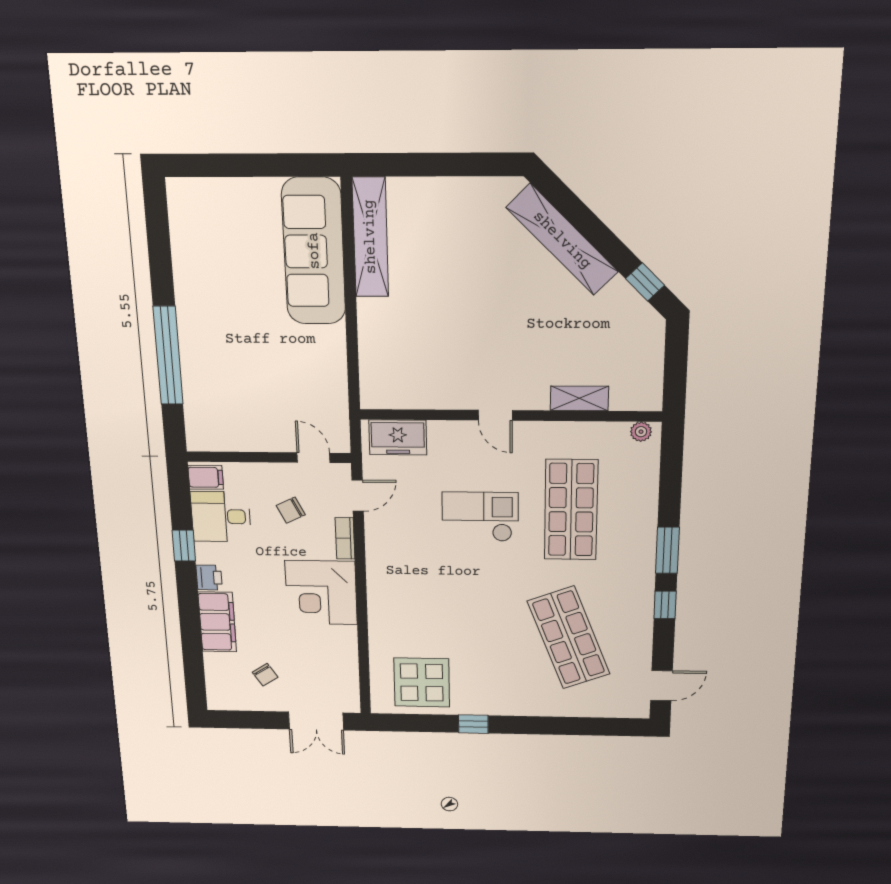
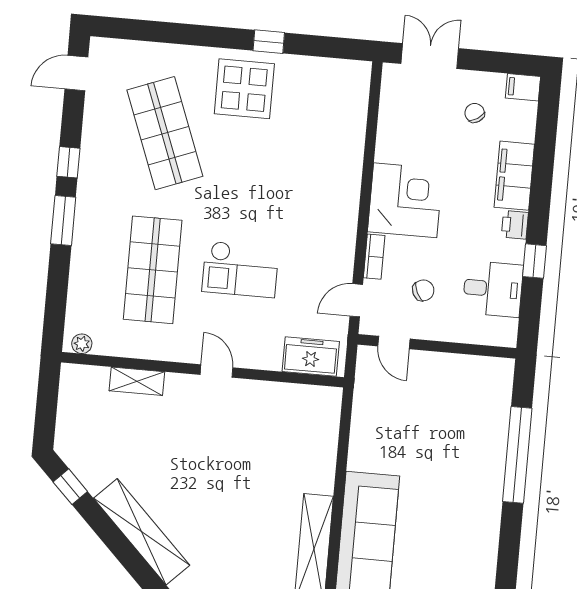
filing cabinet: (206, 477) -> (523, 87), moved
display table: (422, 682) -> (244, 89), moved

